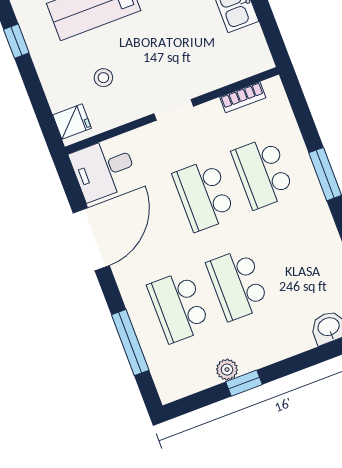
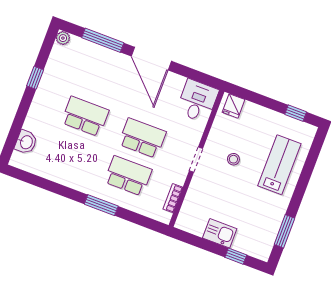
stool: (103, 78) -> (233, 159), moved
door: (91, 239) -> (151, 59), moved
school desk: (179, 307) -> (99, 79), removed
plant: (227, 370) -> (63, 38), moved

